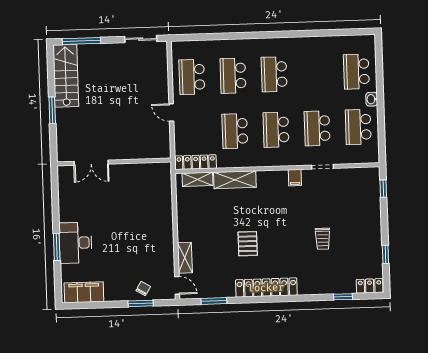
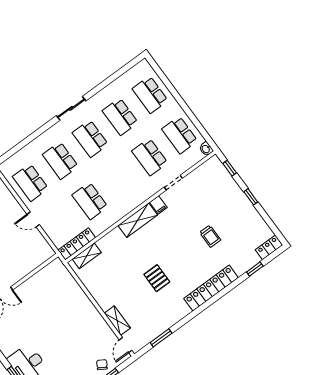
sliding door: (276, 35) -> (71, 108), added
washbasin: (372, 99) -> (206, 149), moved
school desk: (276, 130) -> (120, 117), moved
shelving: (235, 180) -> (138, 220), moved
window: (385, 254) -> (251, 197), moved
door: (177, 285) -> (126, 345), swing flipped
locker: (266, 288) -> (211, 288), moved

